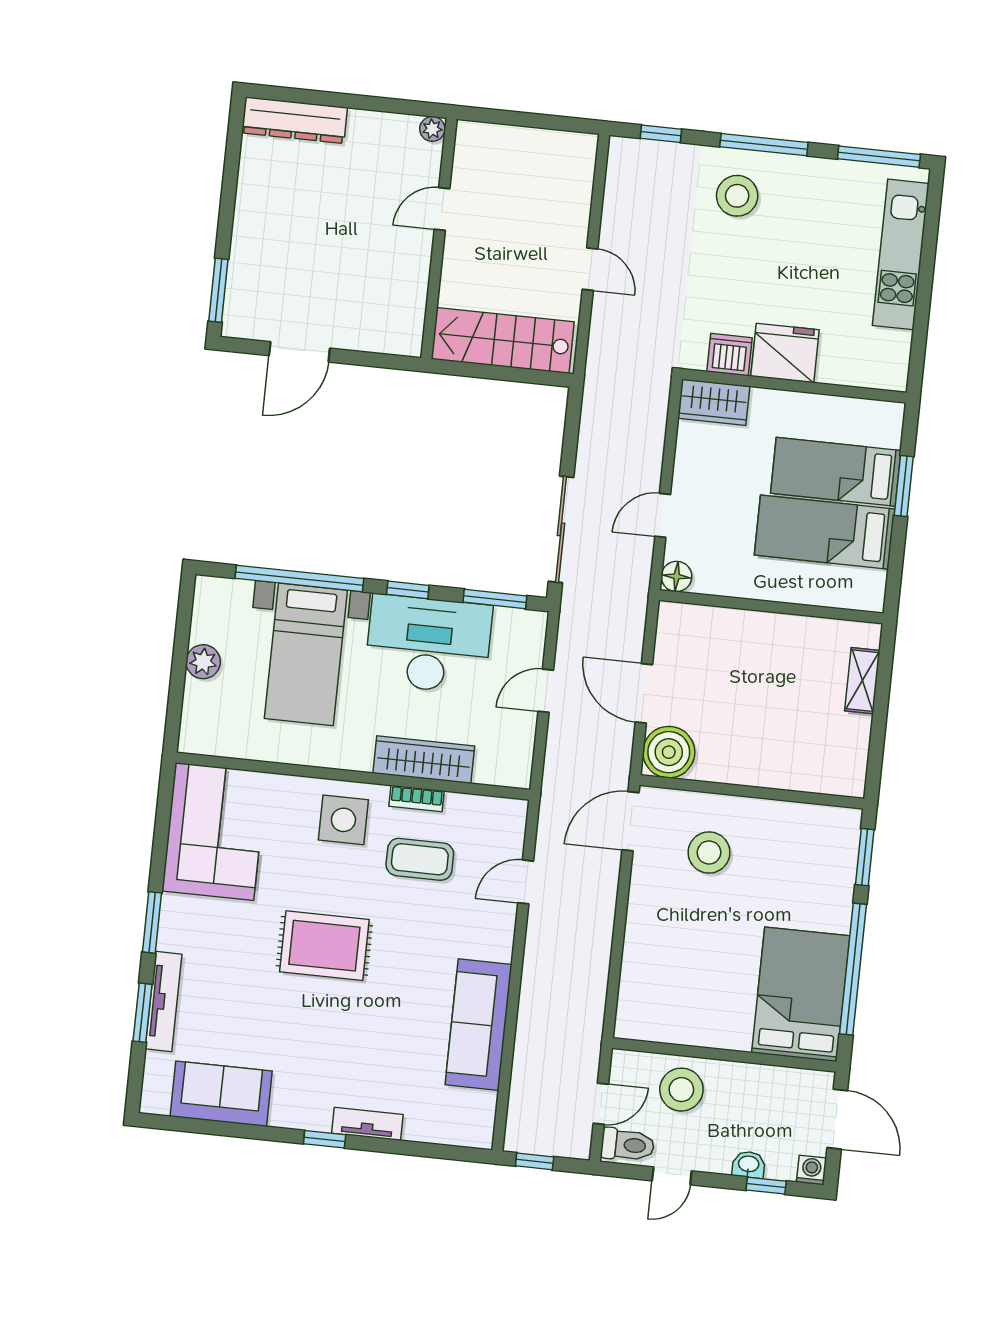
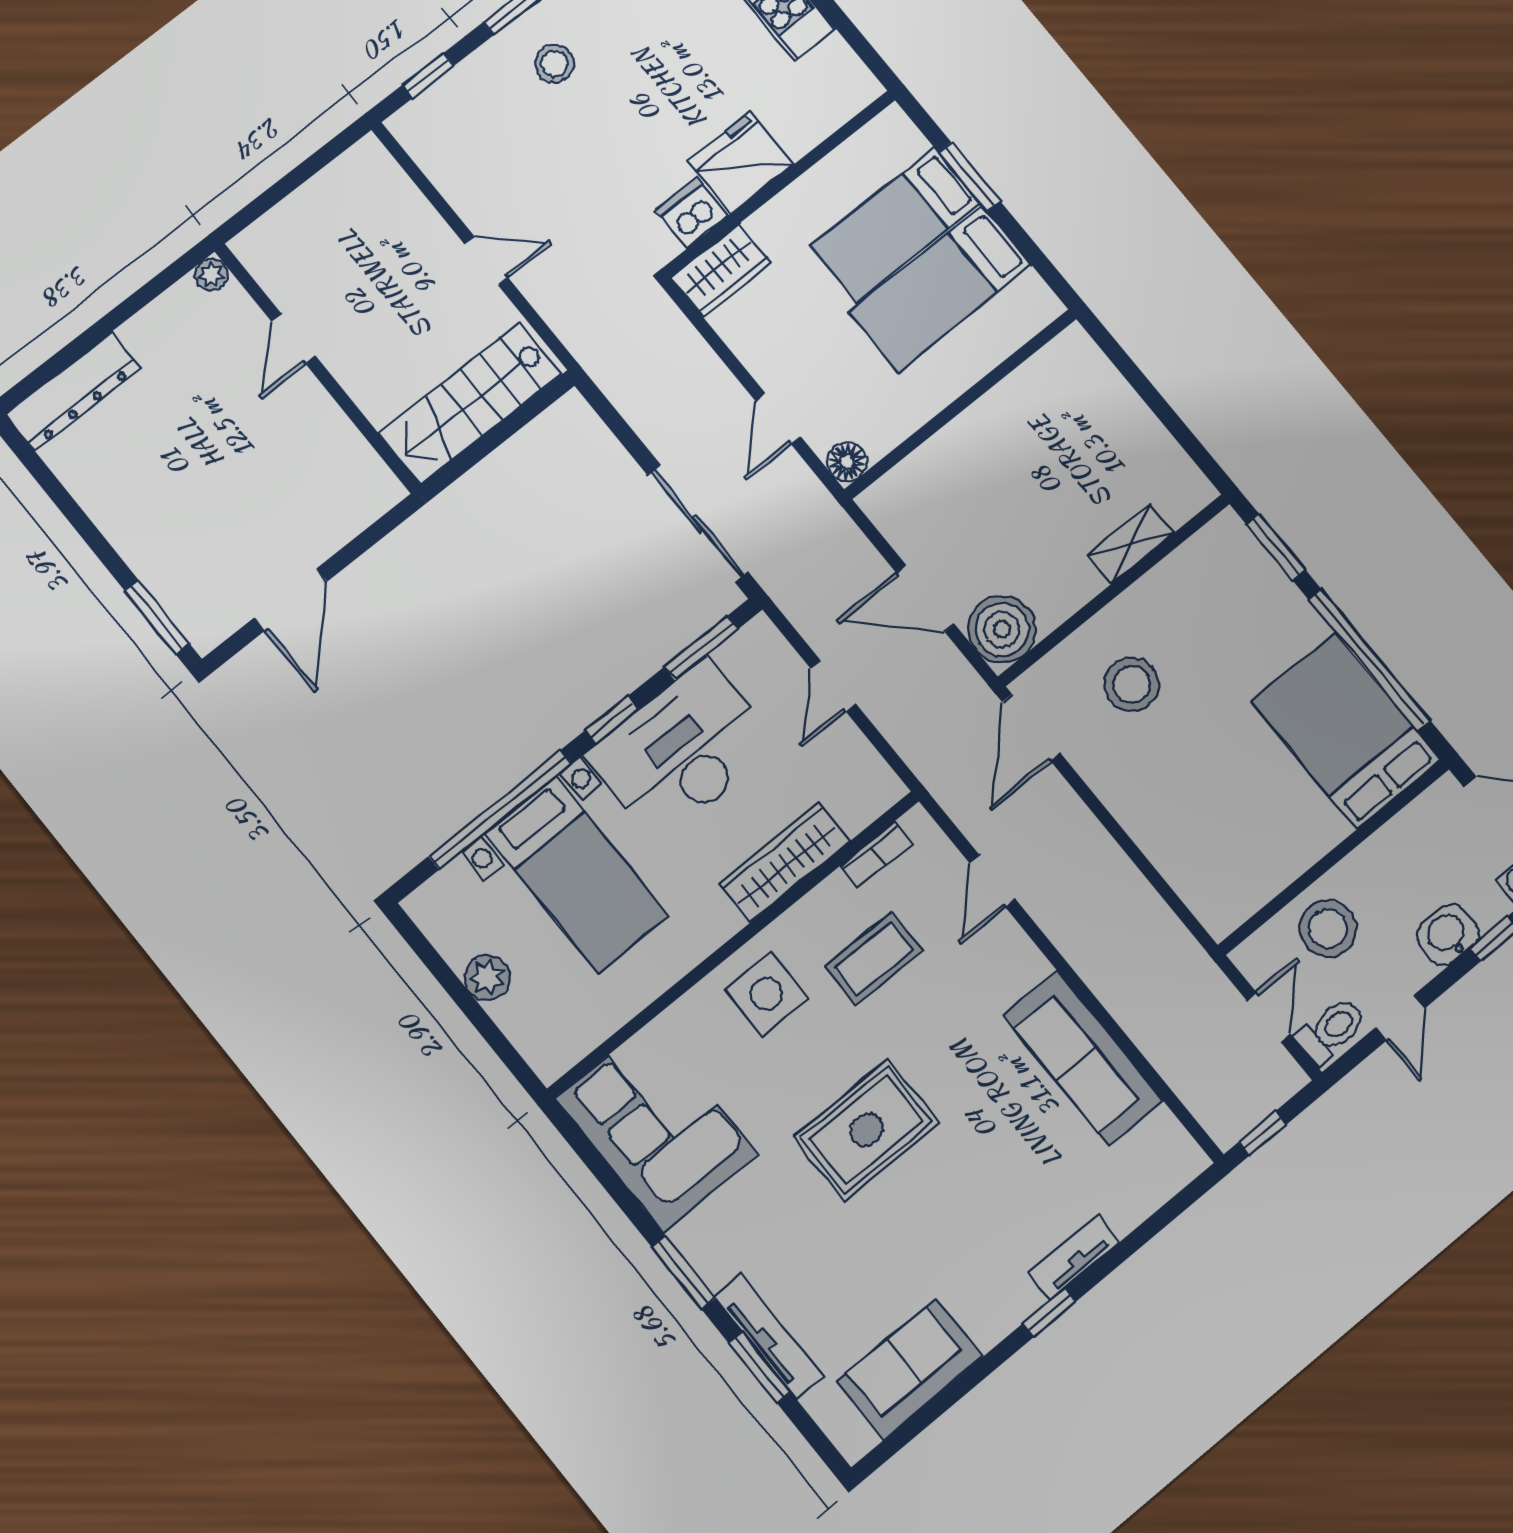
stool: (737, 196) -> (554, 64), width x0.73, depth x0.73
shelving: (862, 681) -> (1130, 544), moved, turned 90
bookcase: (417, 798) -> (876, 854), moved
washbasin: (749, 1165) -> (1448, 935), width x1.38, depth x1.45

